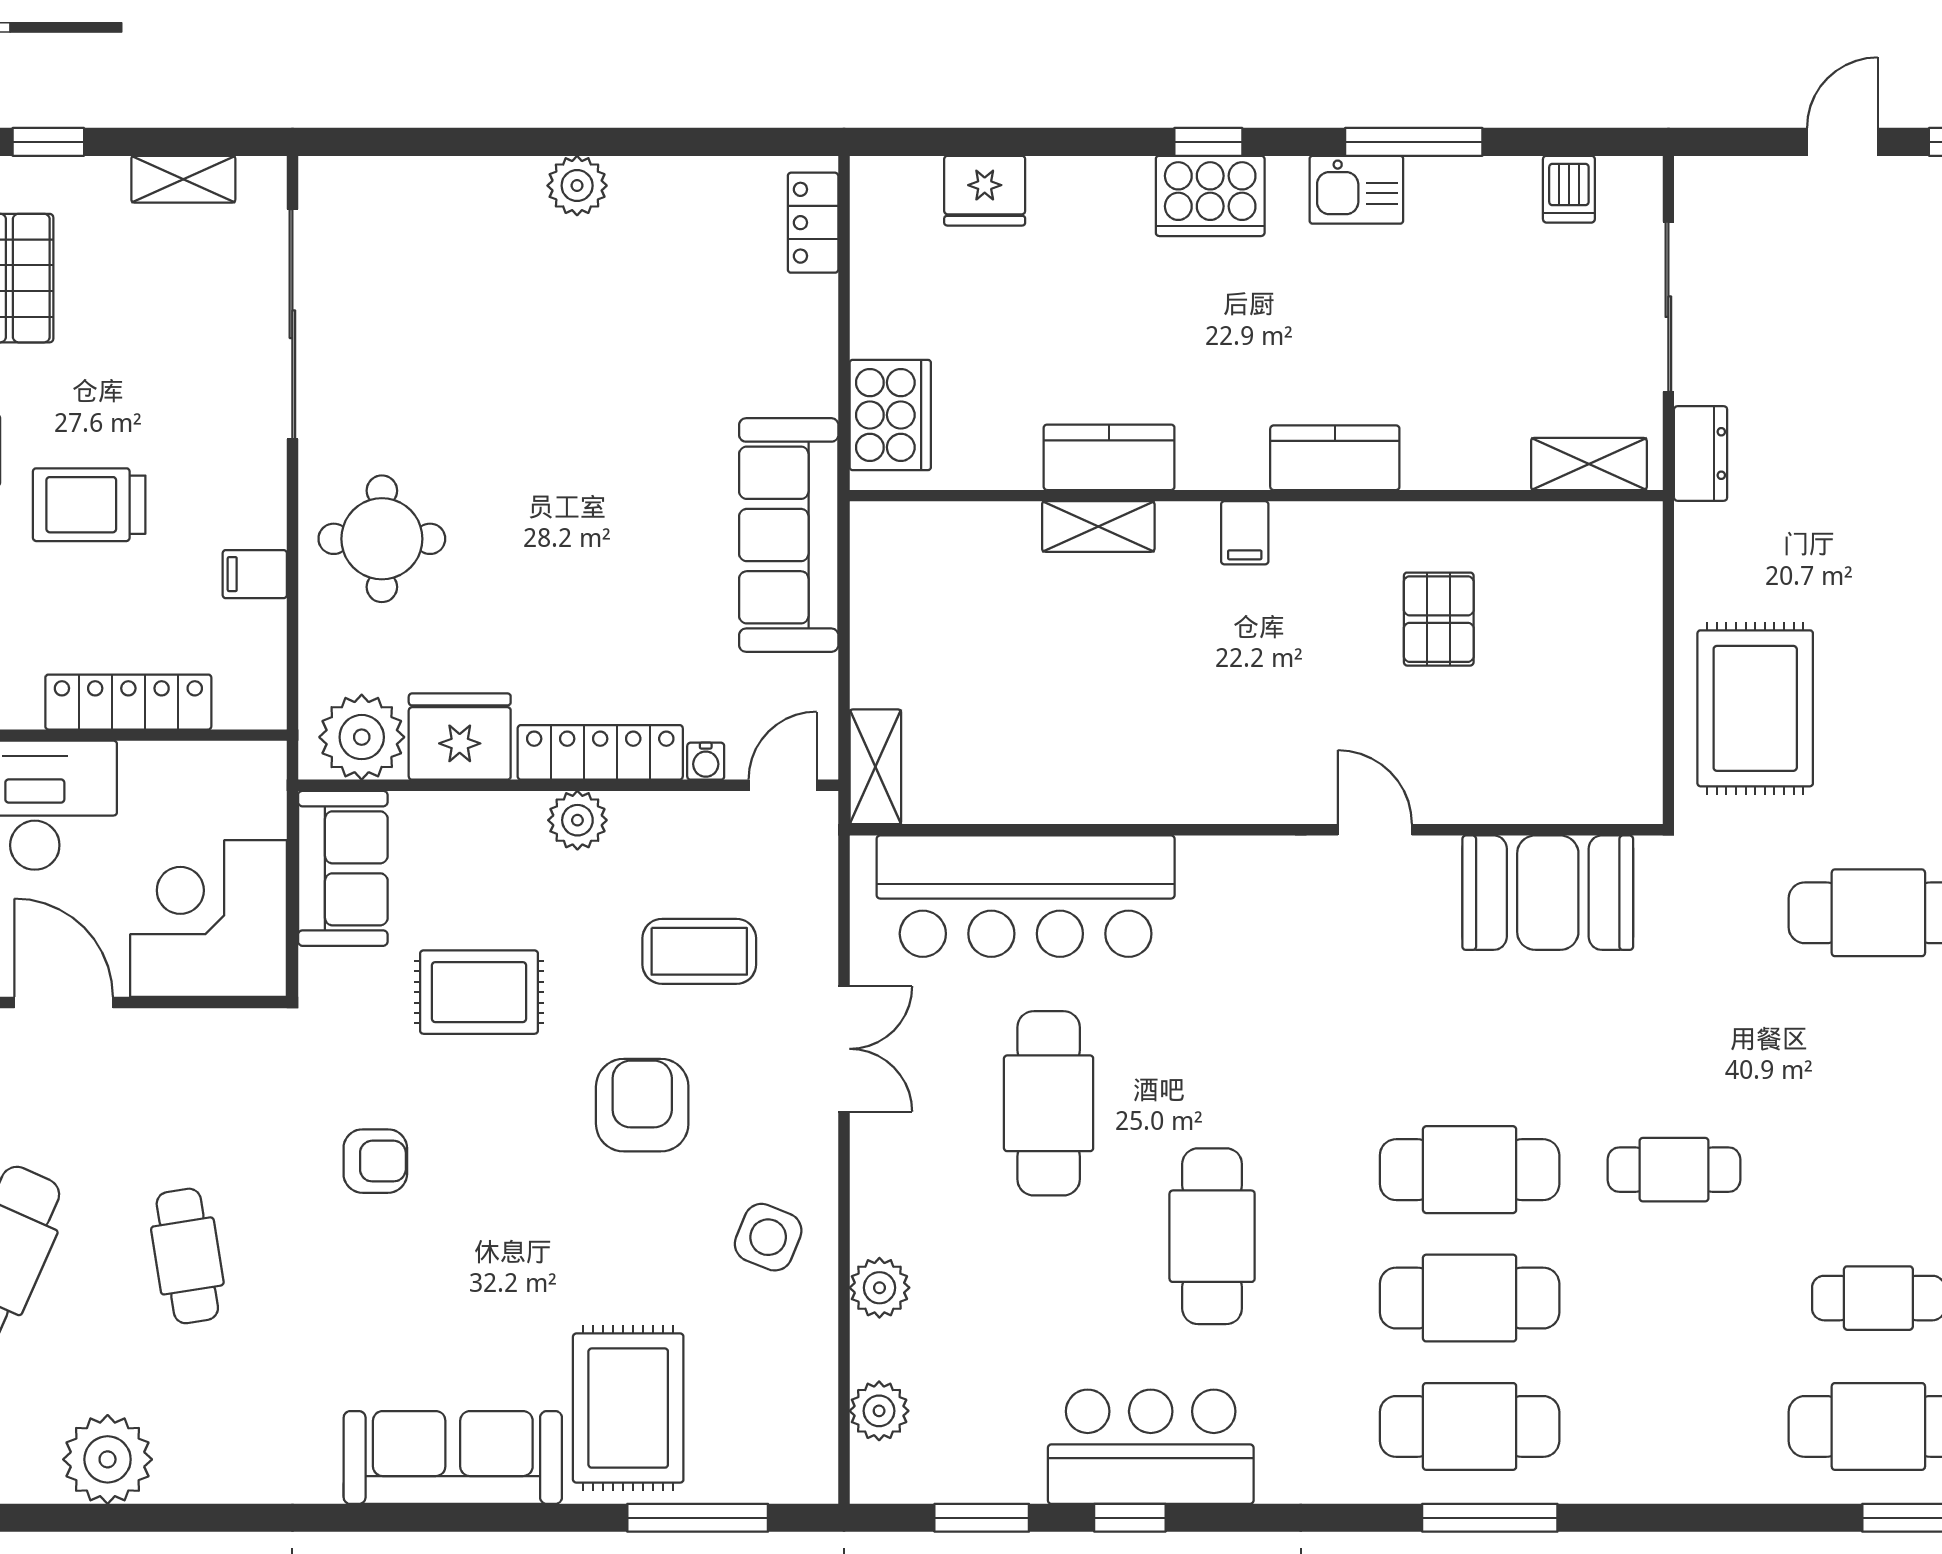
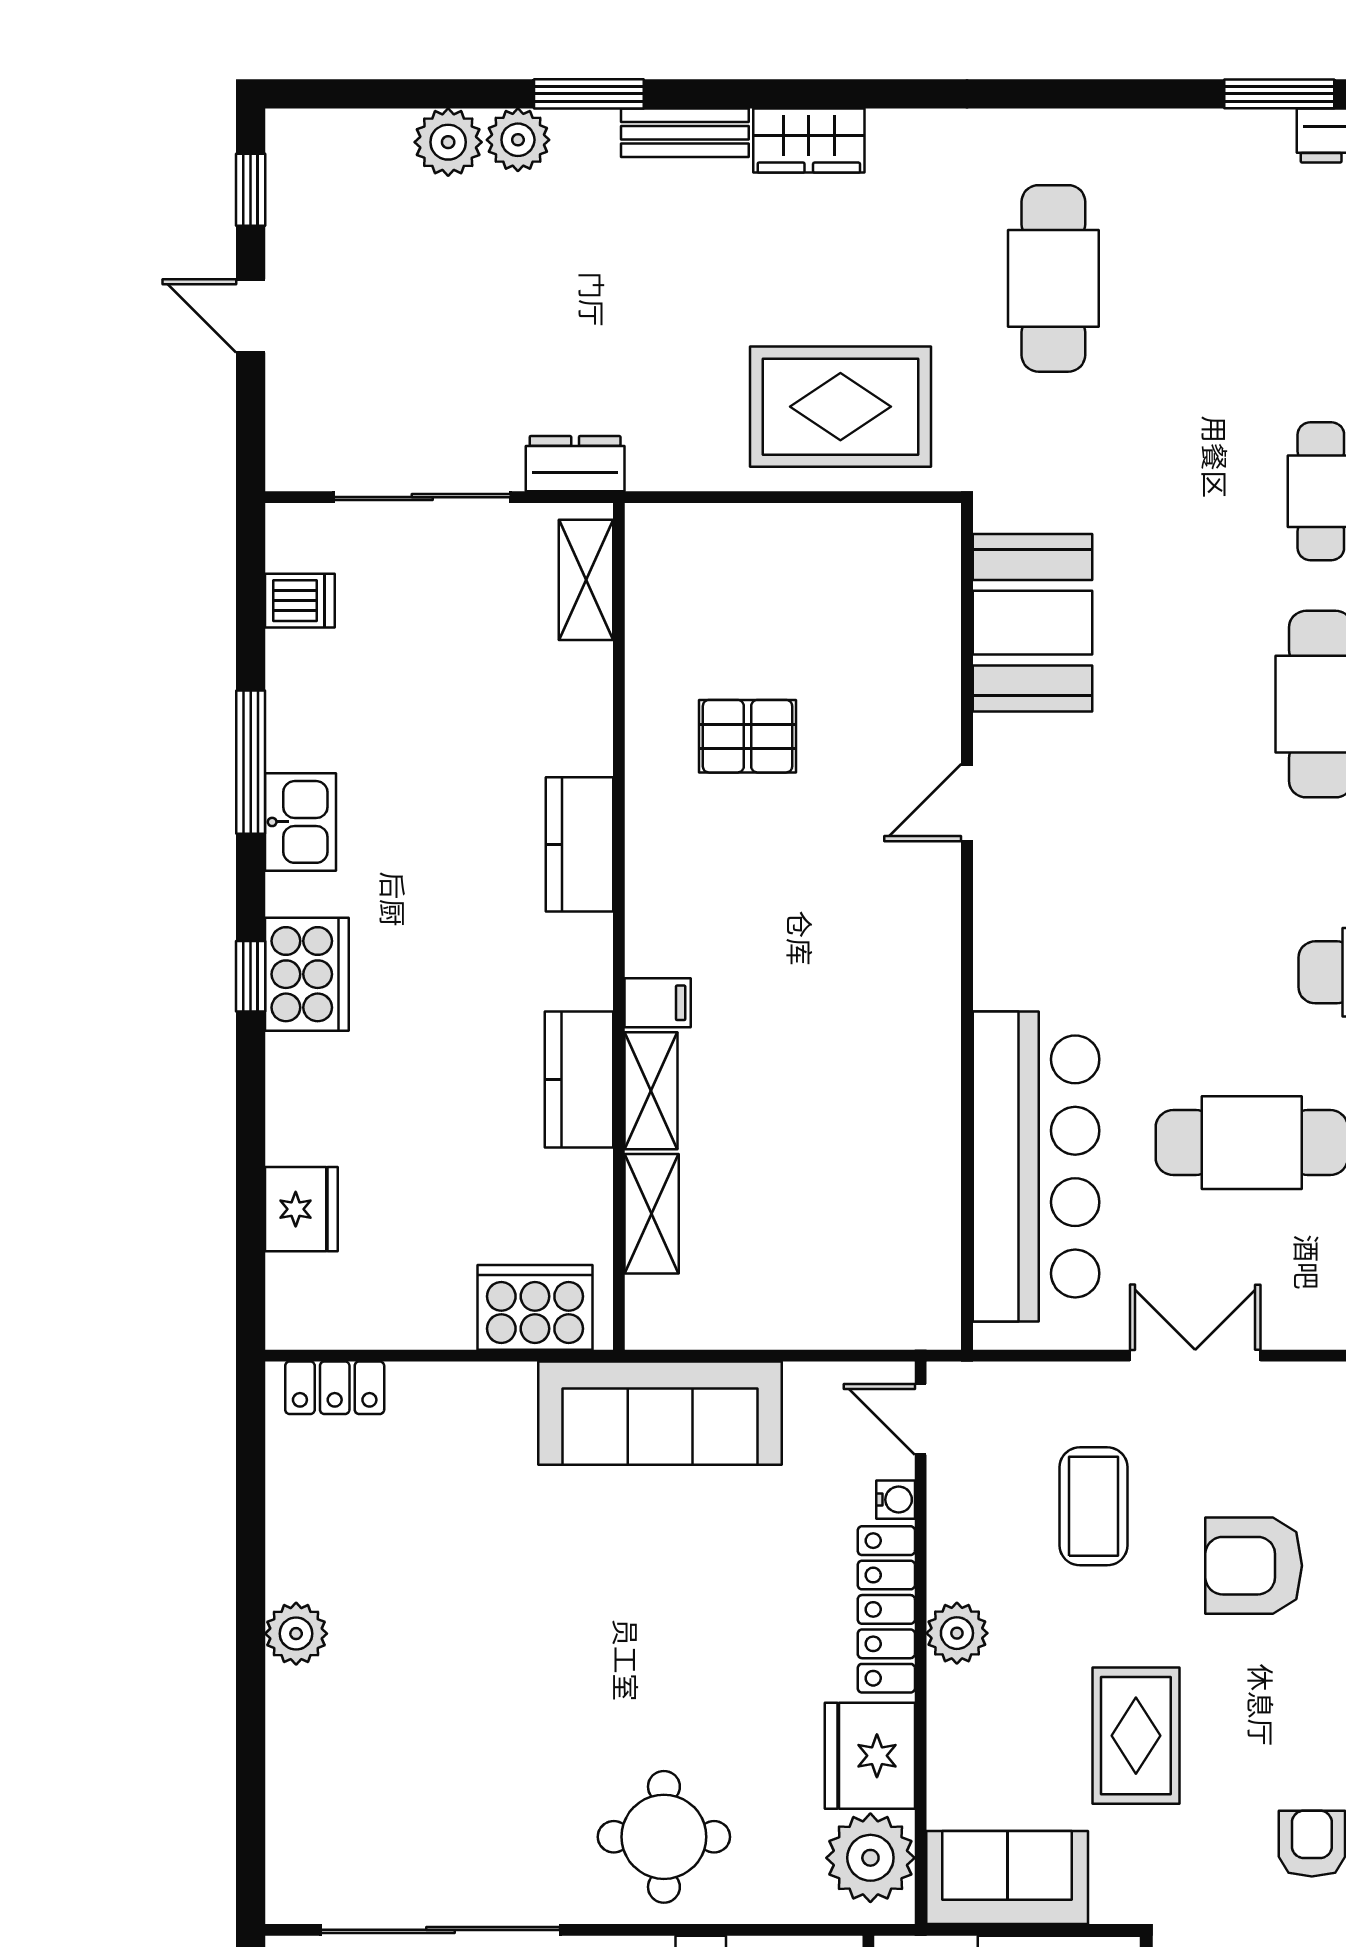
filing cabinet: (1245, 533) -> (658, 1003), moved
shelving: (875, 767) -> (652, 1214), moved, turned 90

